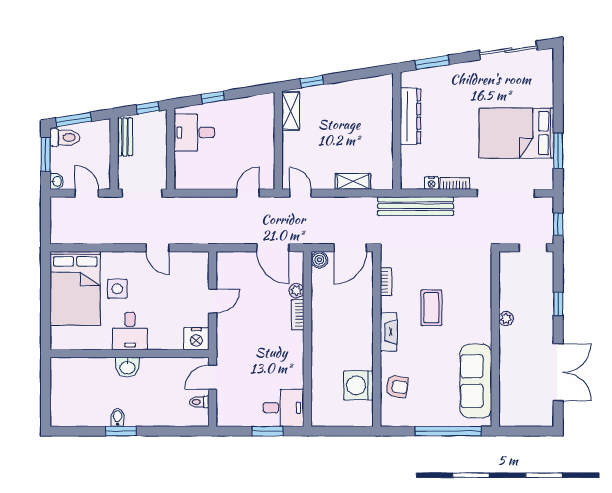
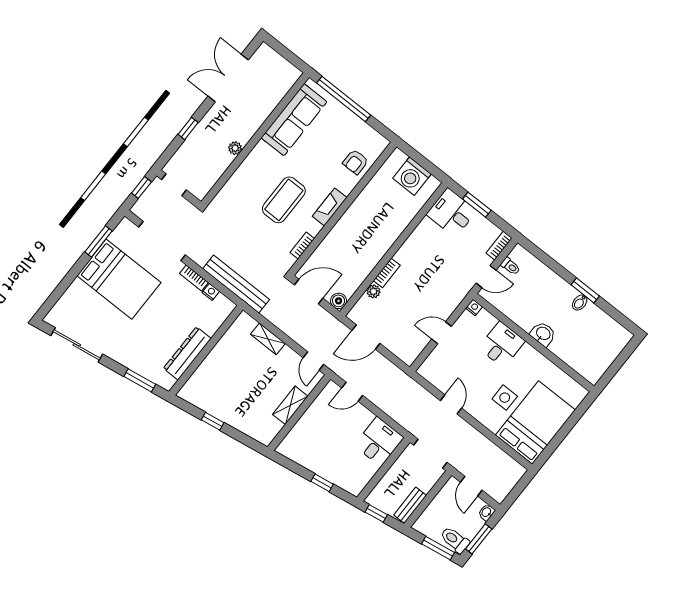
window: (312, 82) -> (213, 421), moved
shelving: (291, 111) -> (290, 405), moved
desk: (194, 132) -> (379, 442), moved, turned -90
door: (273, 248) -> (366, 337), swing flipped
coffee table: (431, 308) -> (284, 200), width x1.36, depth x1.32
desk: (130, 331) -> (502, 345), moved
nightstand: (196, 339) -> (474, 307), width x0.53, depth x0.56
washing machine: (358, 385) -> (412, 176), moved, turned 90
armchair: (397, 387) -> (355, 162), turned -99
bookcase: (222, 412) -> (499, 246), added

